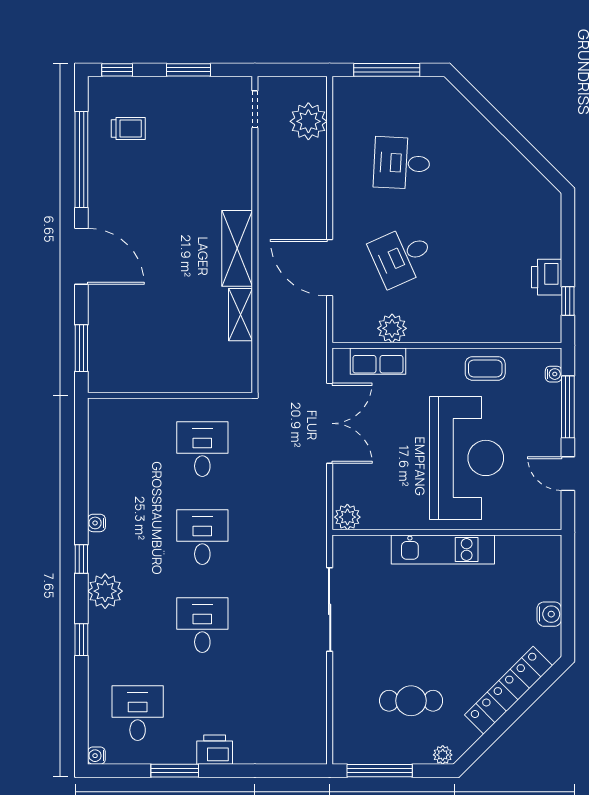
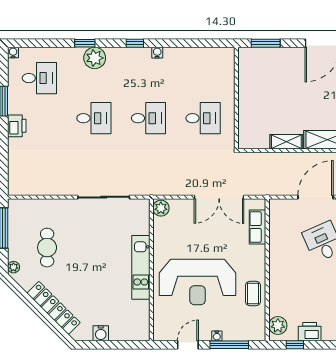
plant: (392, 328) -> (278, 326), moved
water cooler: (554, 374) -> (217, 336), moved
plant: (105, 591) -> (95, 58), moved

